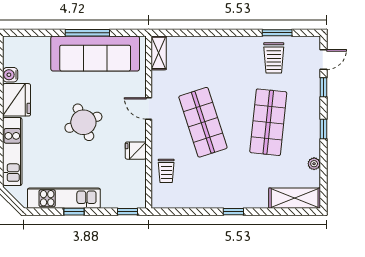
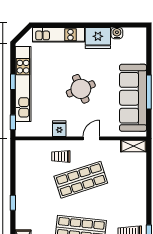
trolley: (166, 171) -> (61, 156), moved
kitchen unit: (64, 198) -> (23, 84), width x1.36

